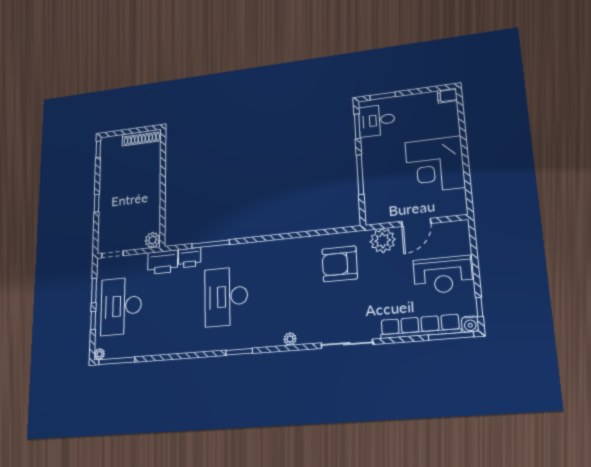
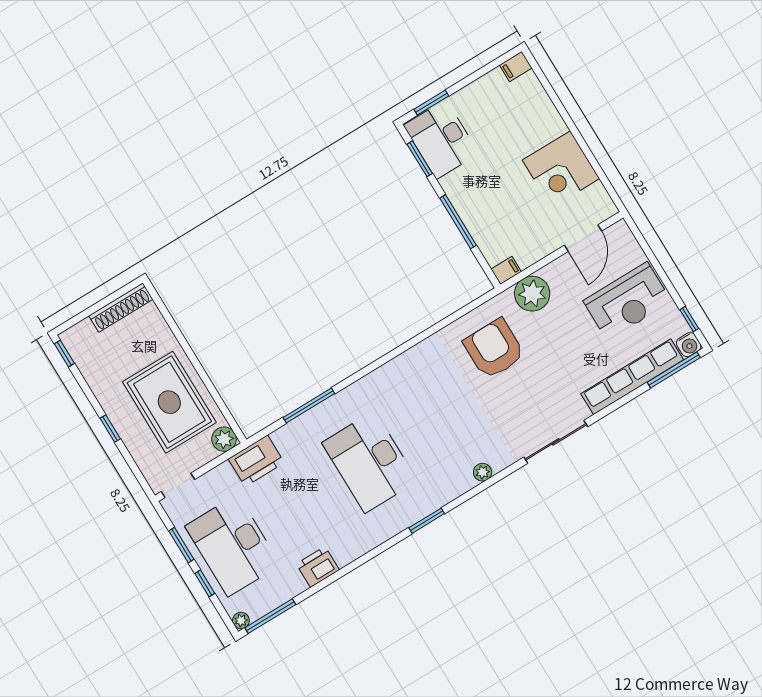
desk: (377, 120) -> (441, 139), width x1.37
corner desk: (435, 165) -> (561, 169), width x0.74, depth x0.74
rug: (136, 204) -> (169, 402), added
filing cabinet: (374, 218) -> (506, 270), added
door: (416, 222) -> (583, 238), moved
printer: (190, 258) -> (318, 567), moved, turned 180
armchair: (340, 264) -> (494, 349), turned 90

